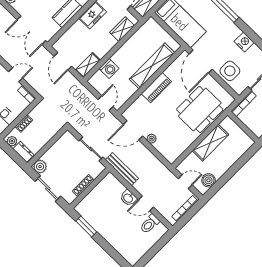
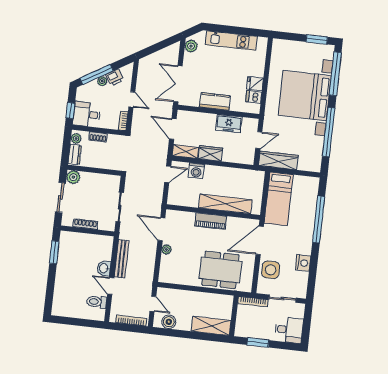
wardrobe: (122, 29) -> (211, 153), moved
door: (63, 61) -> (173, 129), hinge flipped
door: (105, 103) -> (168, 174), moved
shelving: (210, 143) -> (211, 326), moved
bench: (122, 169) -> (122, 259), moved

